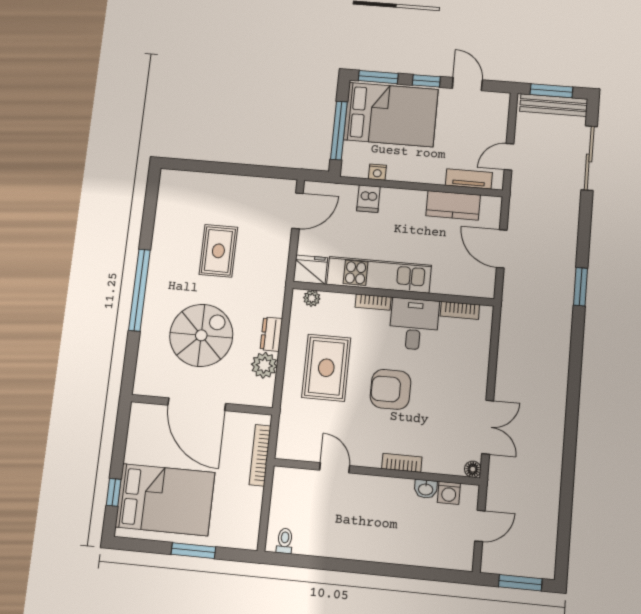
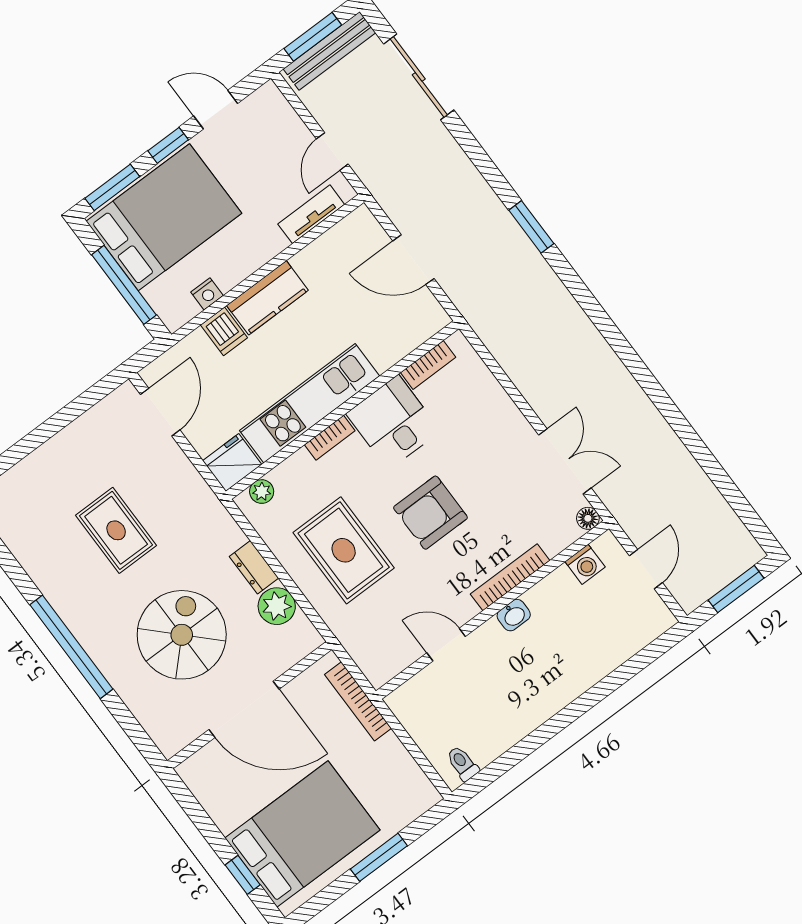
kitchen counter: (453, 205) -> (267, 298), moved
bookcase: (402, 463) -> (510, 577), width x1.56
washbasin: (426, 489) -> (514, 615), moved

